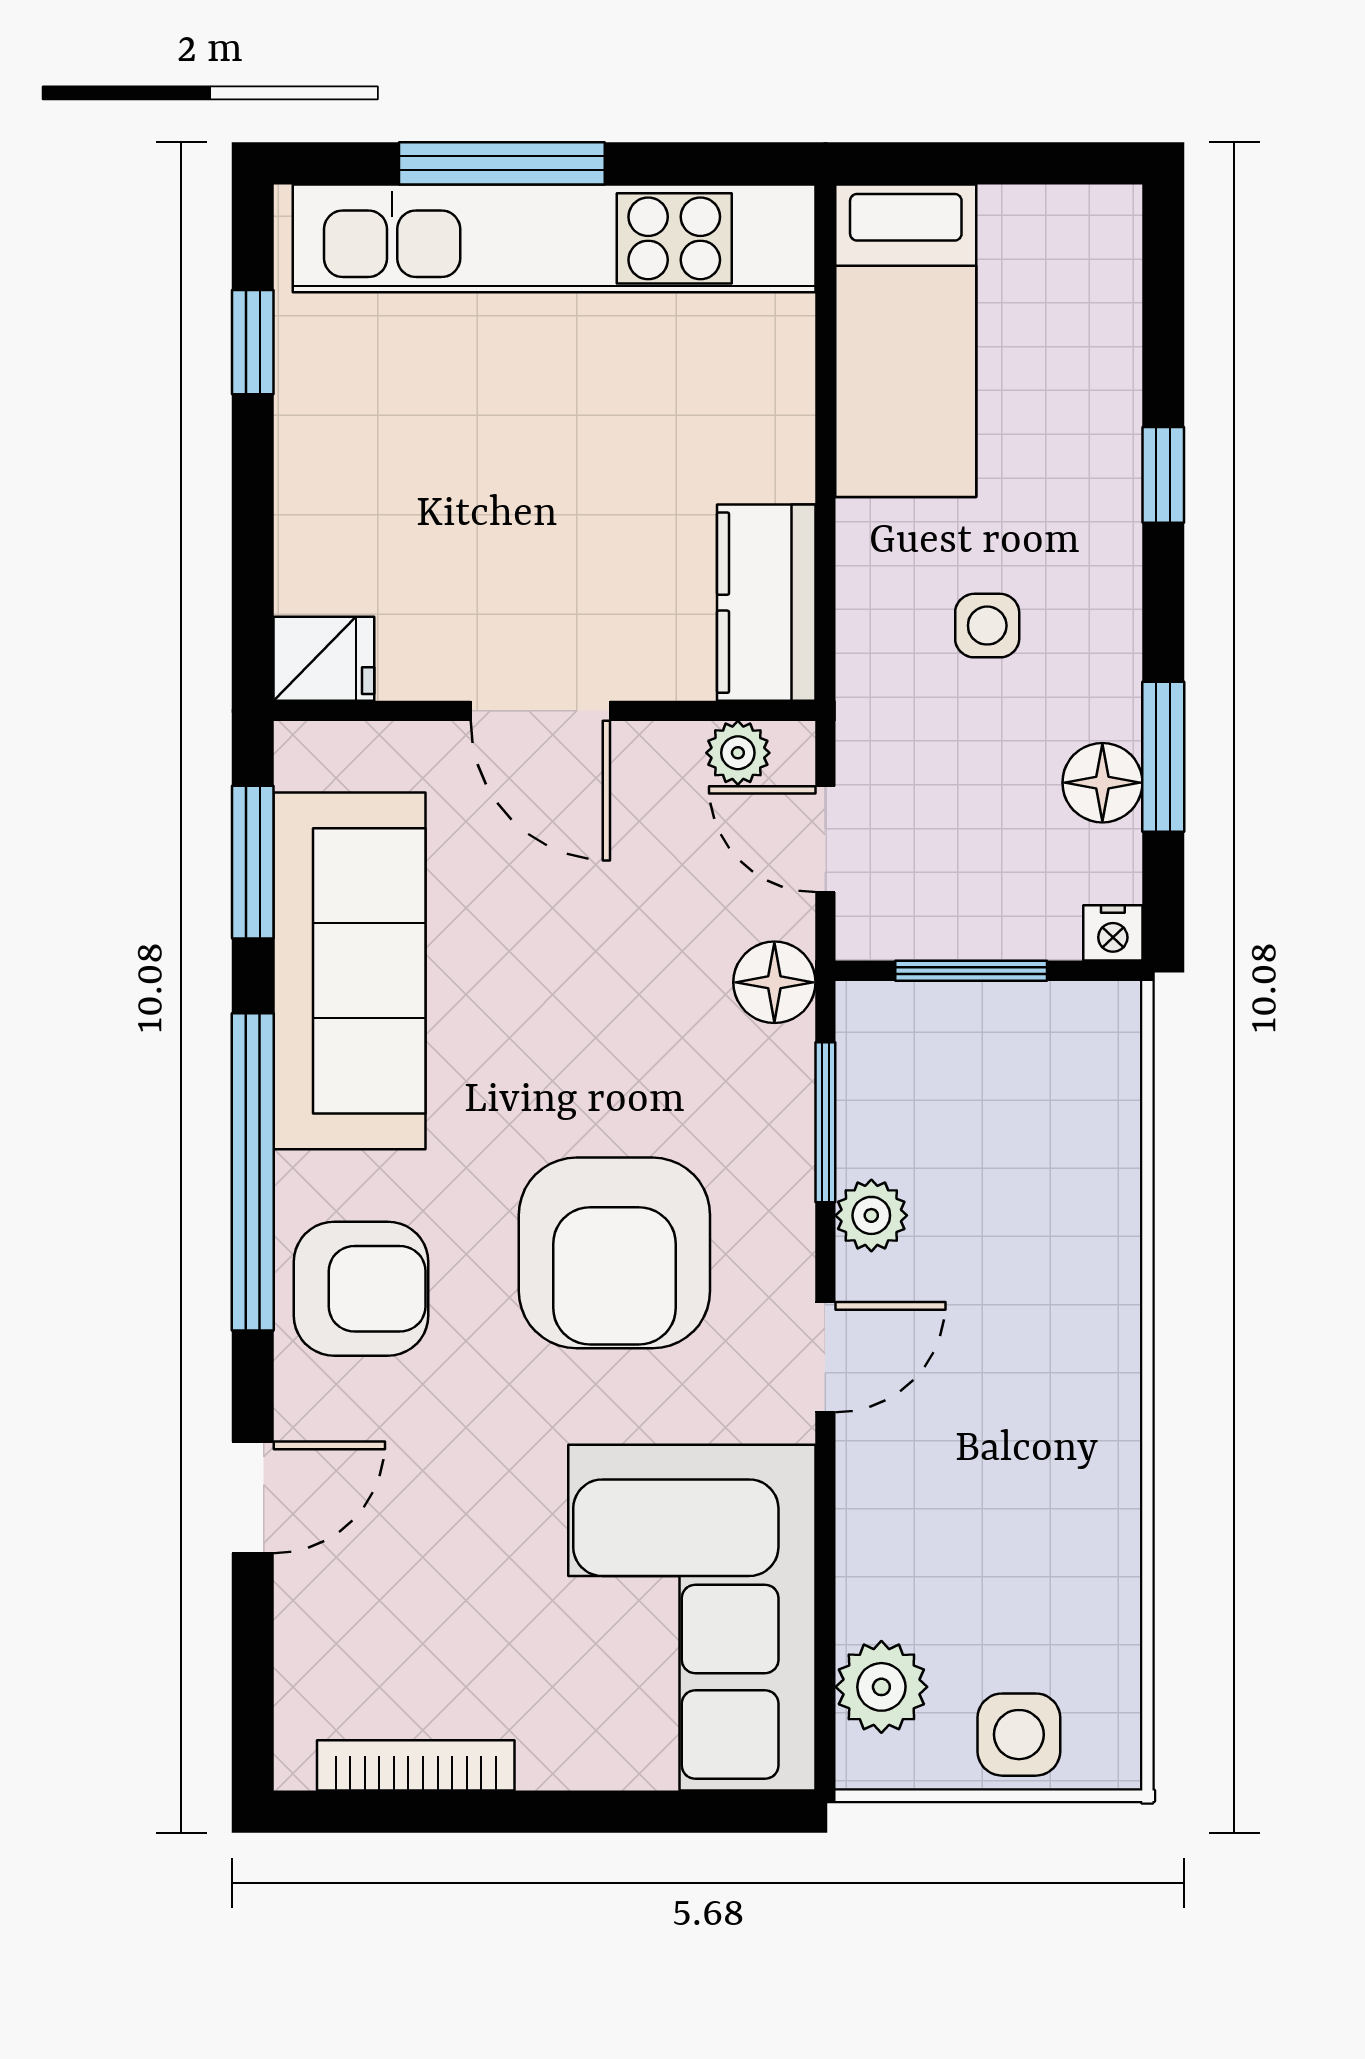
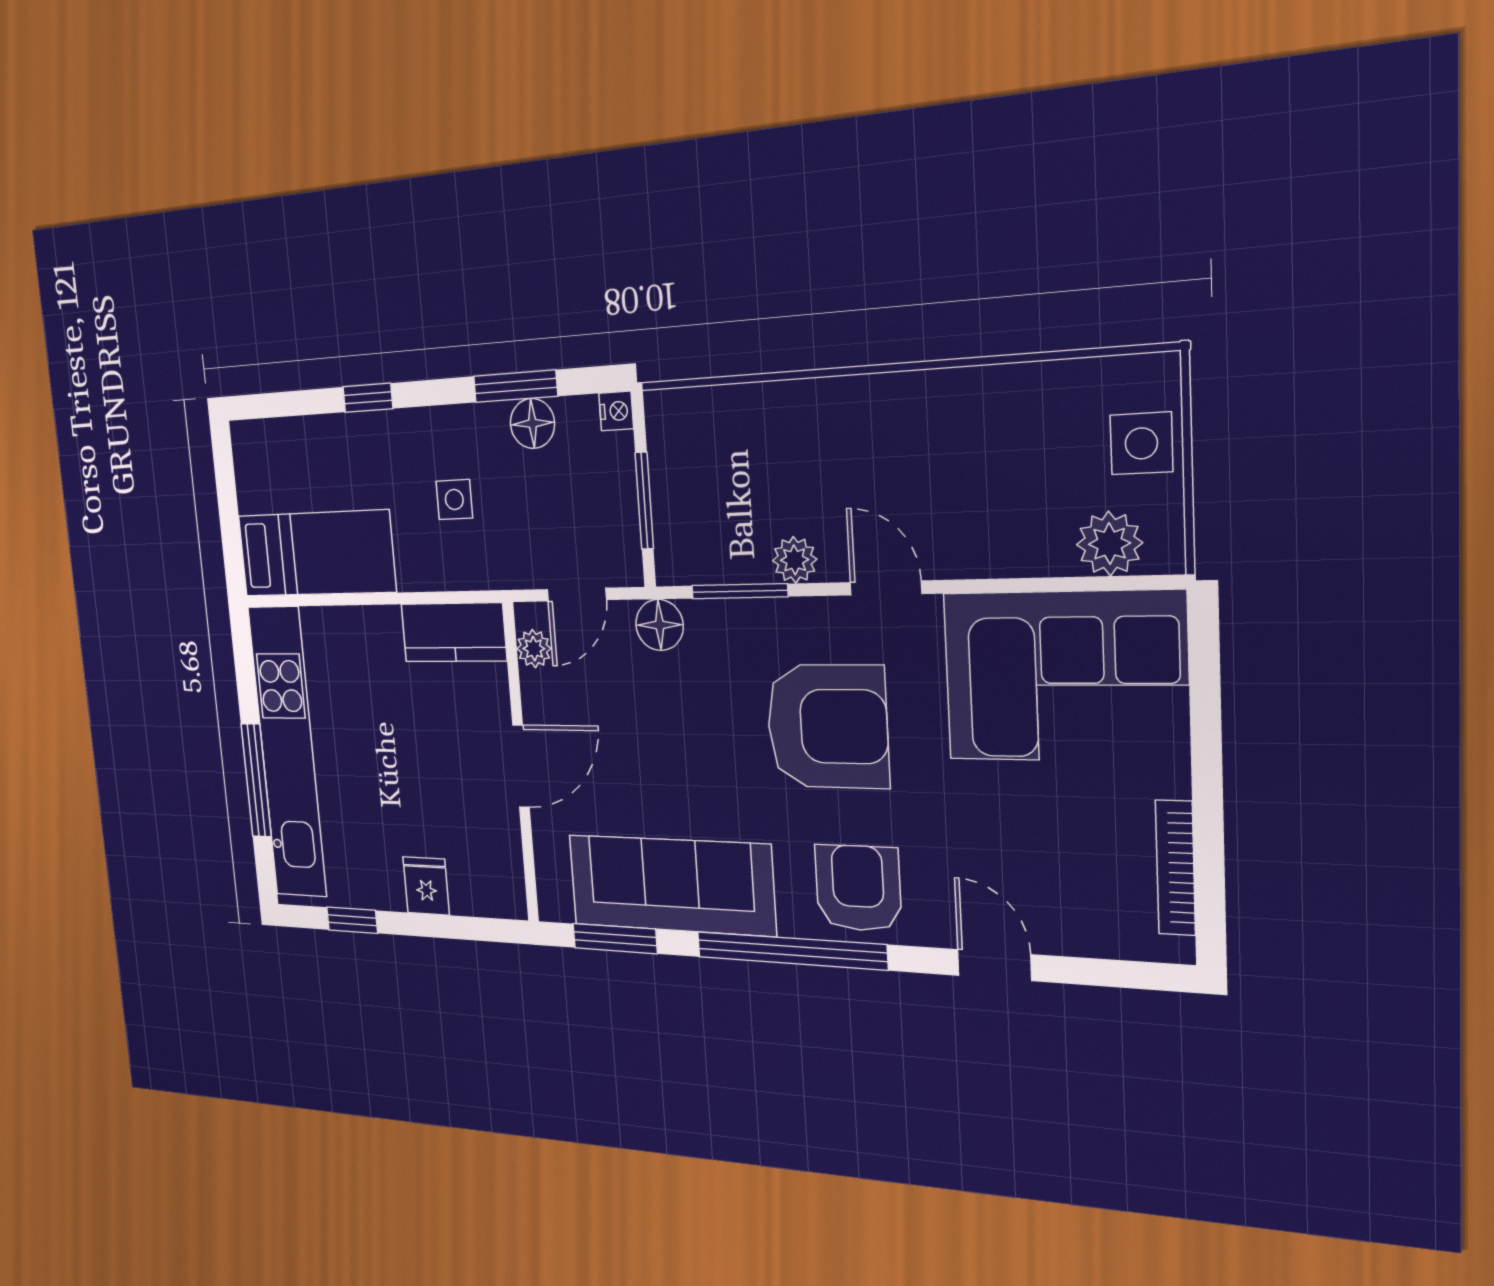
fridge: (324, 659) -> (426, 886), moved

